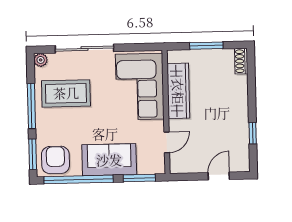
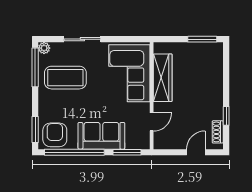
window: (206, 46) -> (202, 39), moved
sliding door: (85, 49) -> (82, 39), width x0.73
shoe rack: (241, 61) -> (218, 132), moved
window: (31, 106) -> (35, 67), moved

